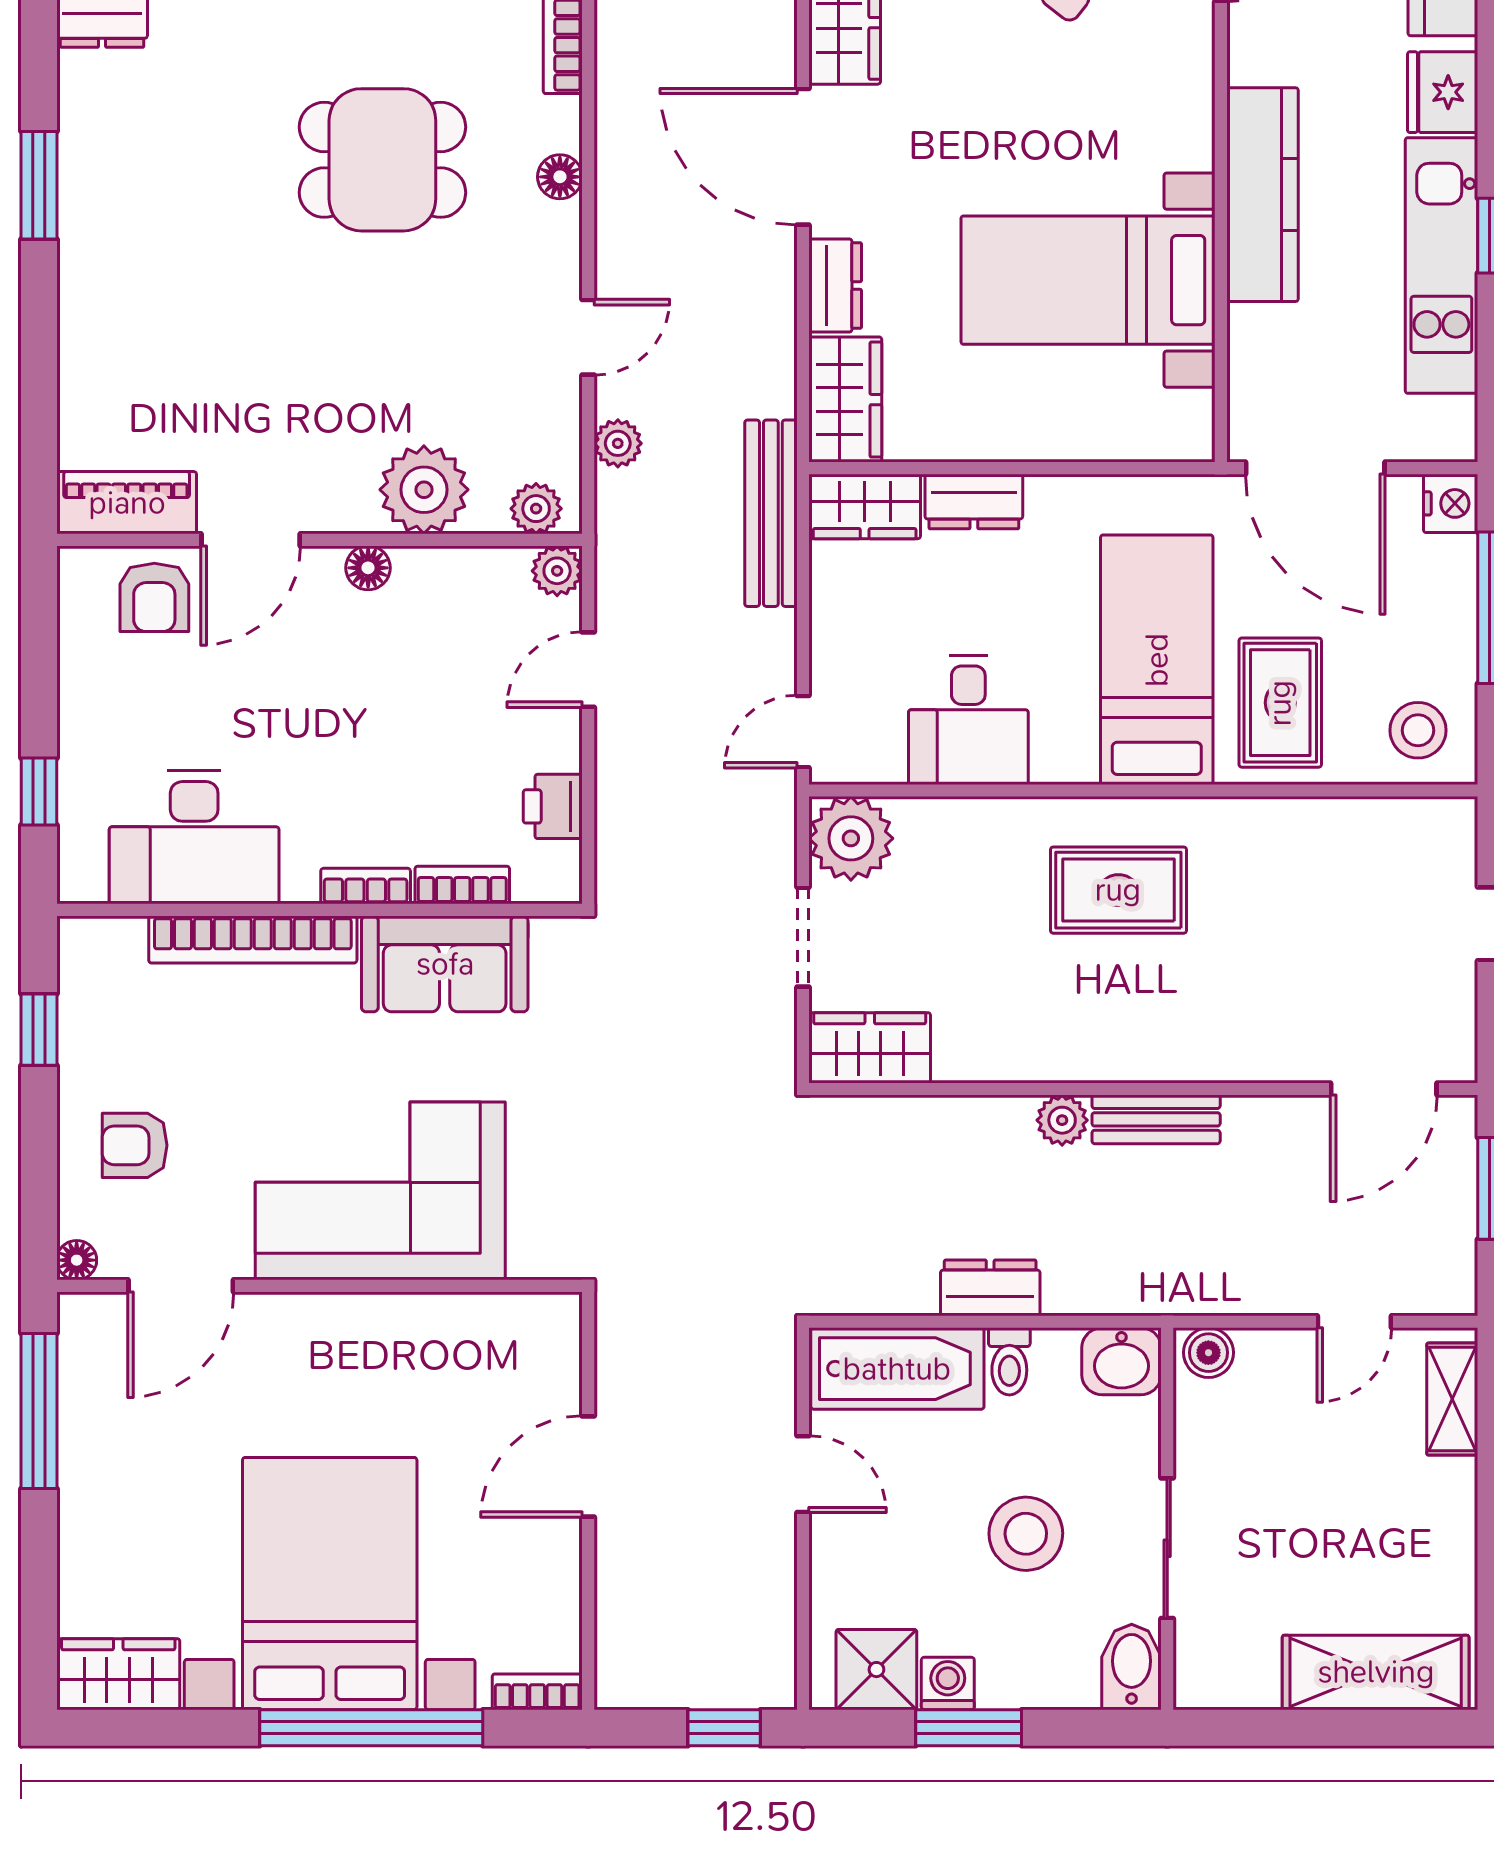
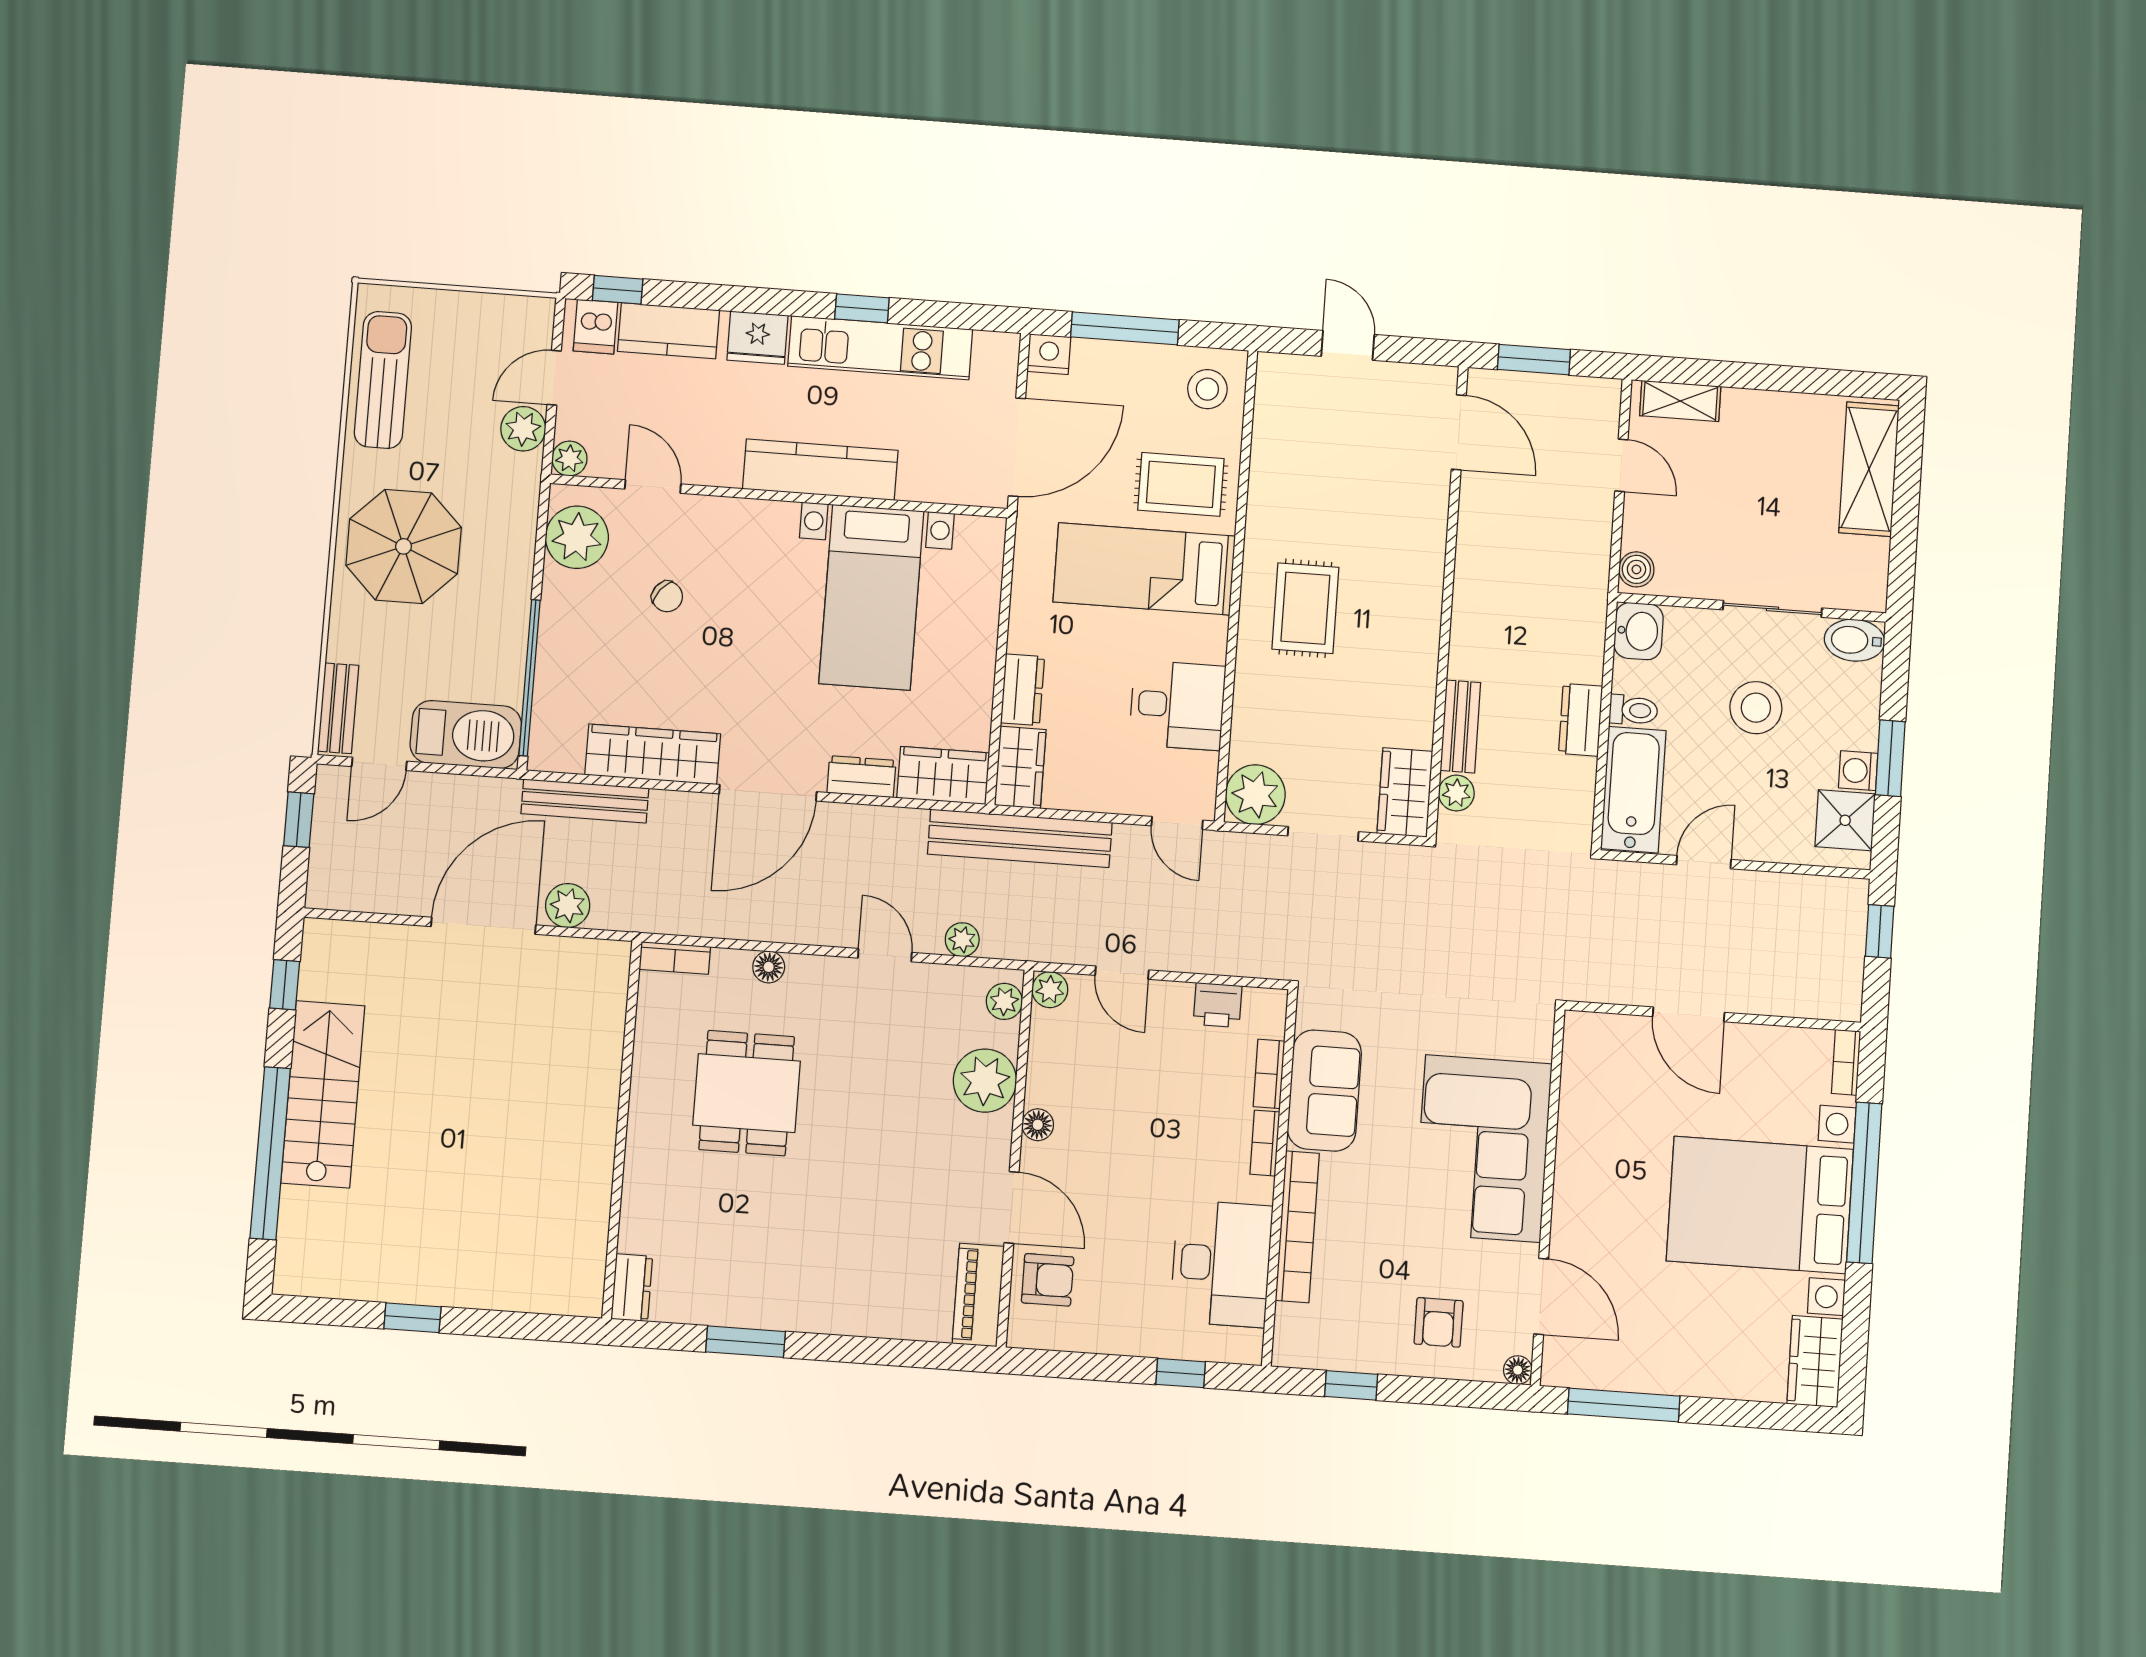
bench: (771, 513) -> (1020, 838), width x1.37, depth x1.21
bench: (1156, 1119) -> (1460, 726), moved
plant: (1062, 1120) -> (1456, 793), moved

